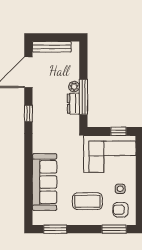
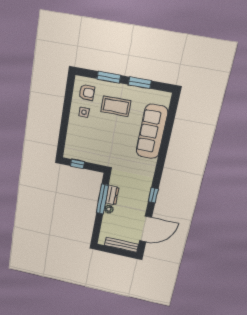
corner sofa: (110, 154) -> (88, 146), removed
window: (55, 229) -> (140, 83), moved
window: (114, 229) -> (109, 77), moved

